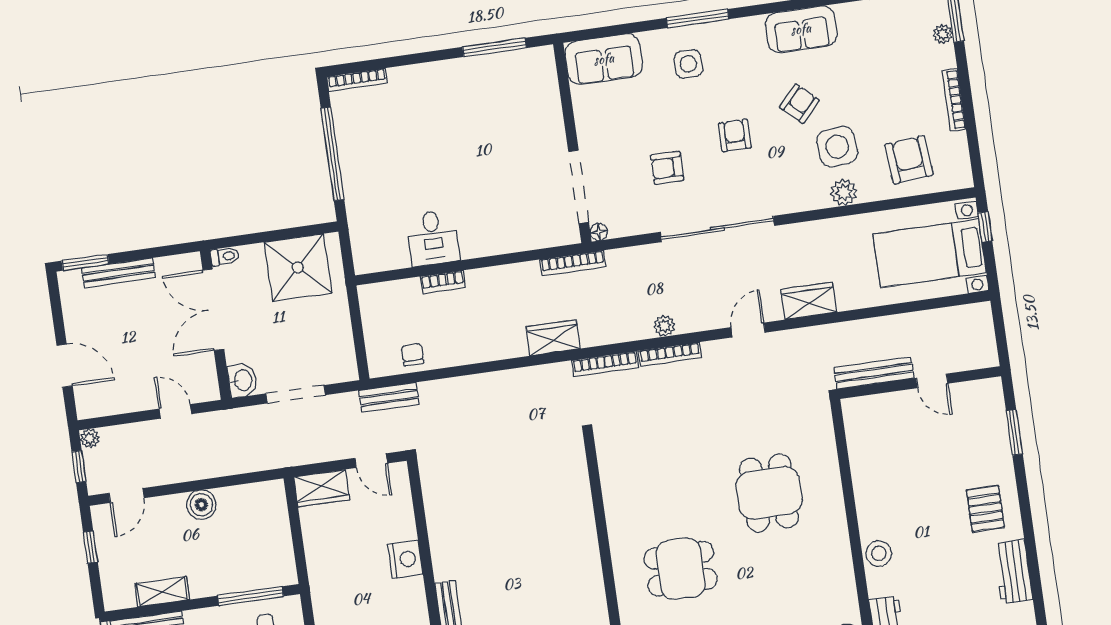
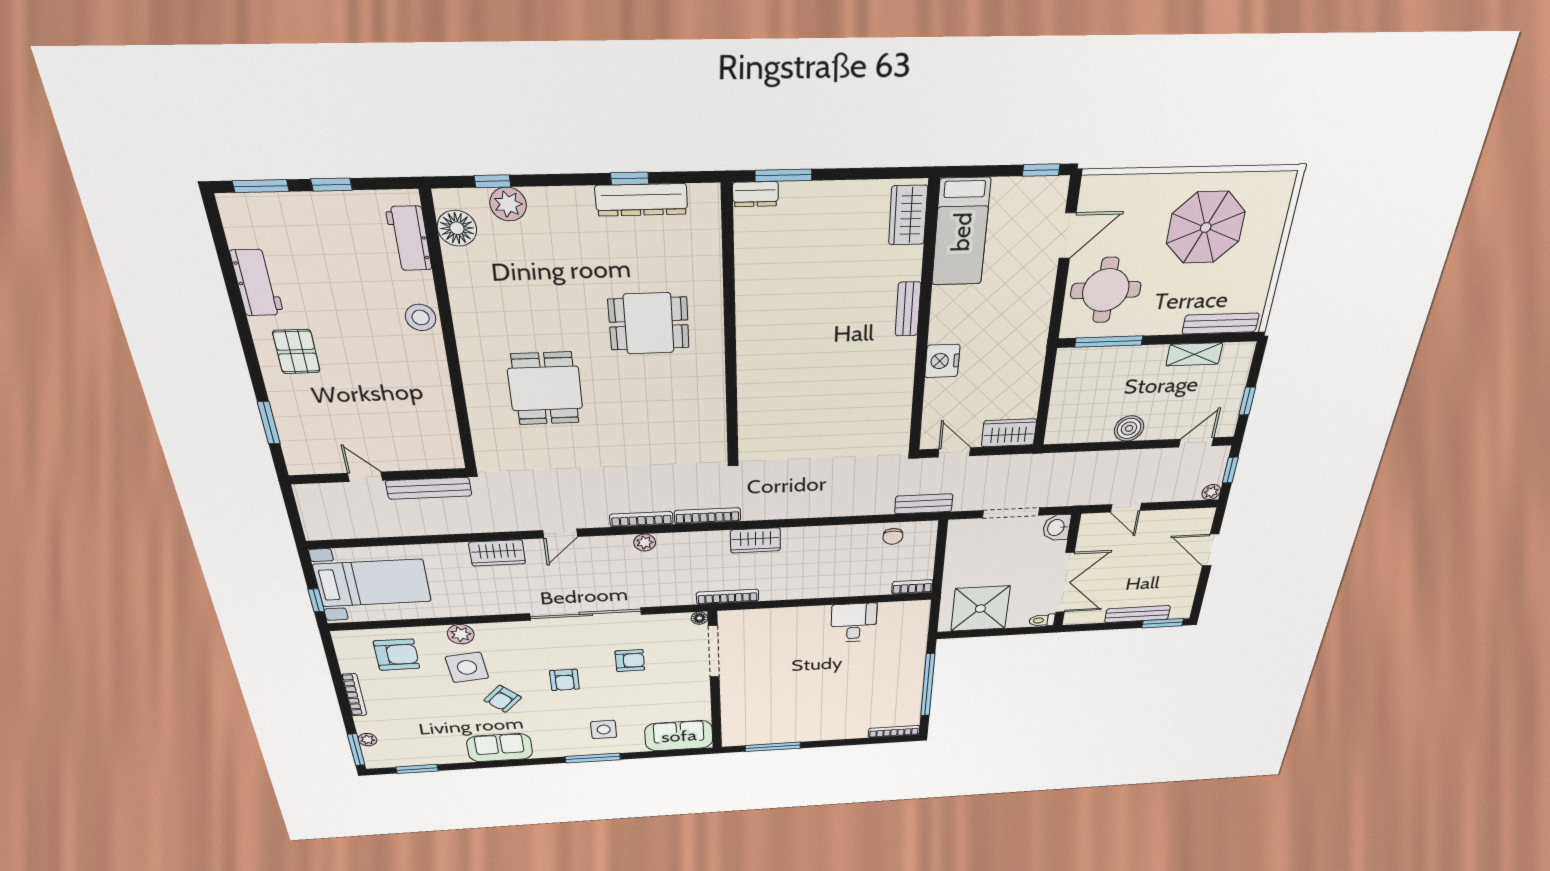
armchair: (909, 160) -> (397, 655), turned -85
bookcase: (443, 282) -> (912, 587), moved

